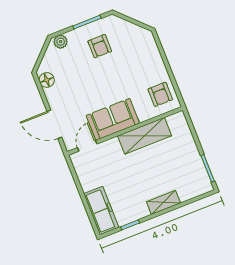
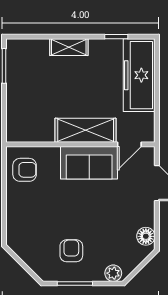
armchair: (160, 94) -> (25, 170), turned 90
shelving: (145, 136) -> (86, 130), moved
freezer: (101, 211) -> (139, 75), width x1.36, depth x1.26

